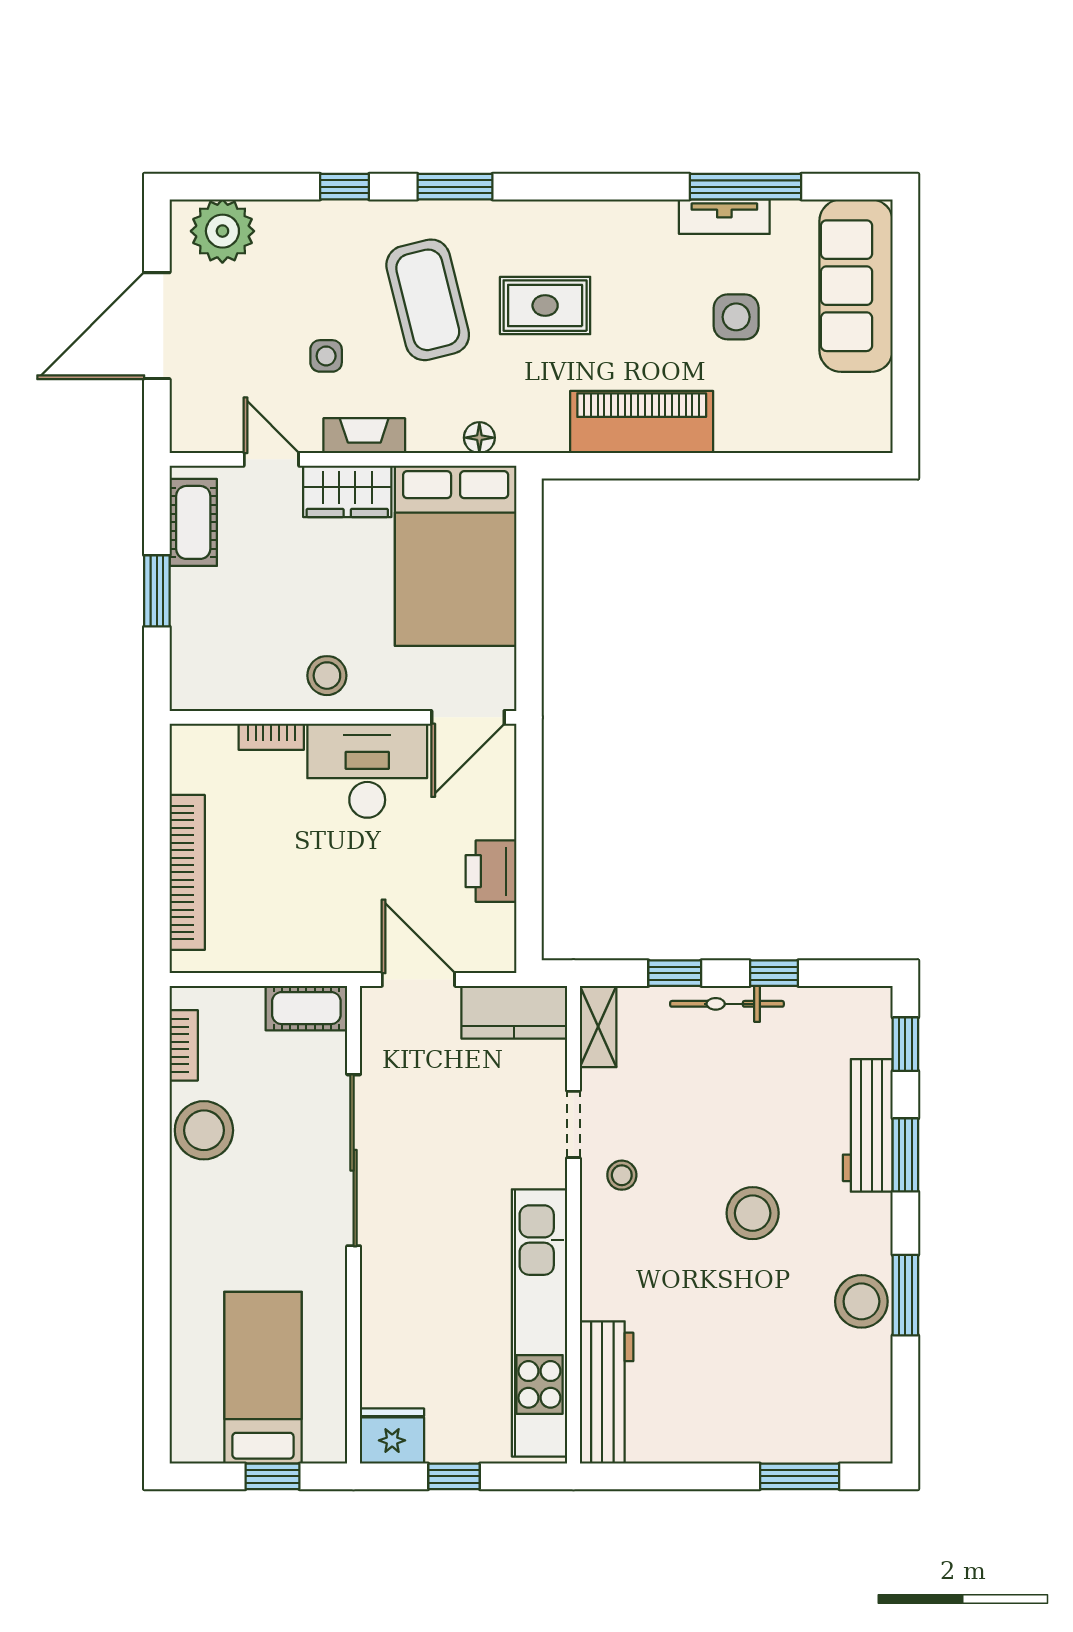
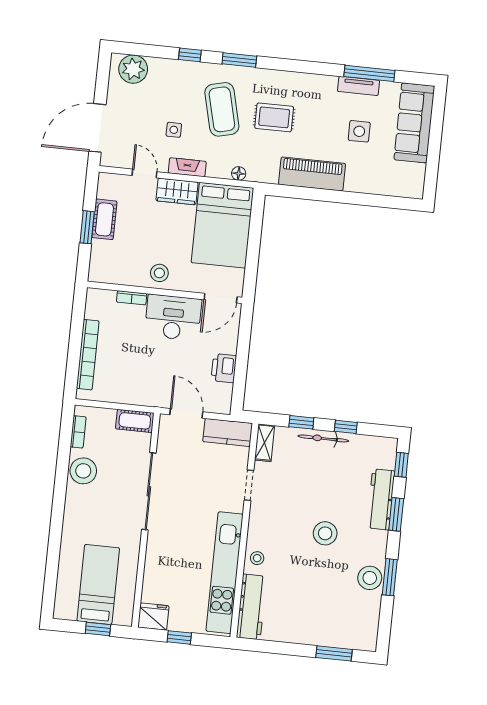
door: (157, 326) -> (97, 128), moved
cot: (193, 522) -> (104, 219), moved
stool: (622, 1175) -> (257, 558), moved

